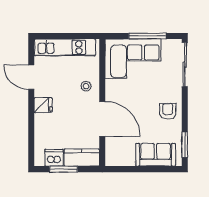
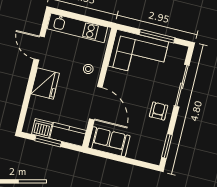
sliding door: (185, 65) -> (182, 86), moved
fridge: (43, 105) -> (45, 84), width x1.88, depth x1.34
sofa: (156, 155) -> (109, 142), moved

